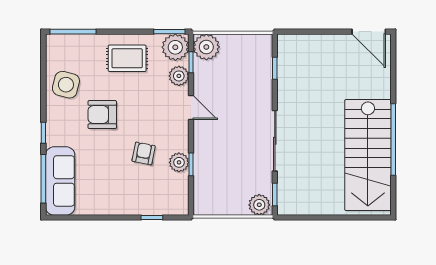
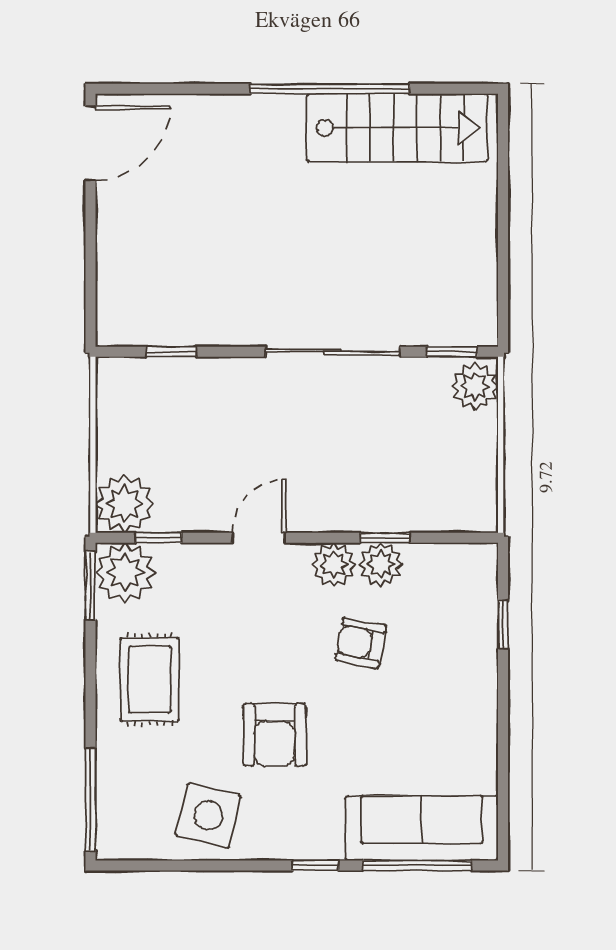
plant: (179, 76) -> (334, 565), moved
stairs: (368, 155) -> (397, 128), width x0.73, depth x0.66

